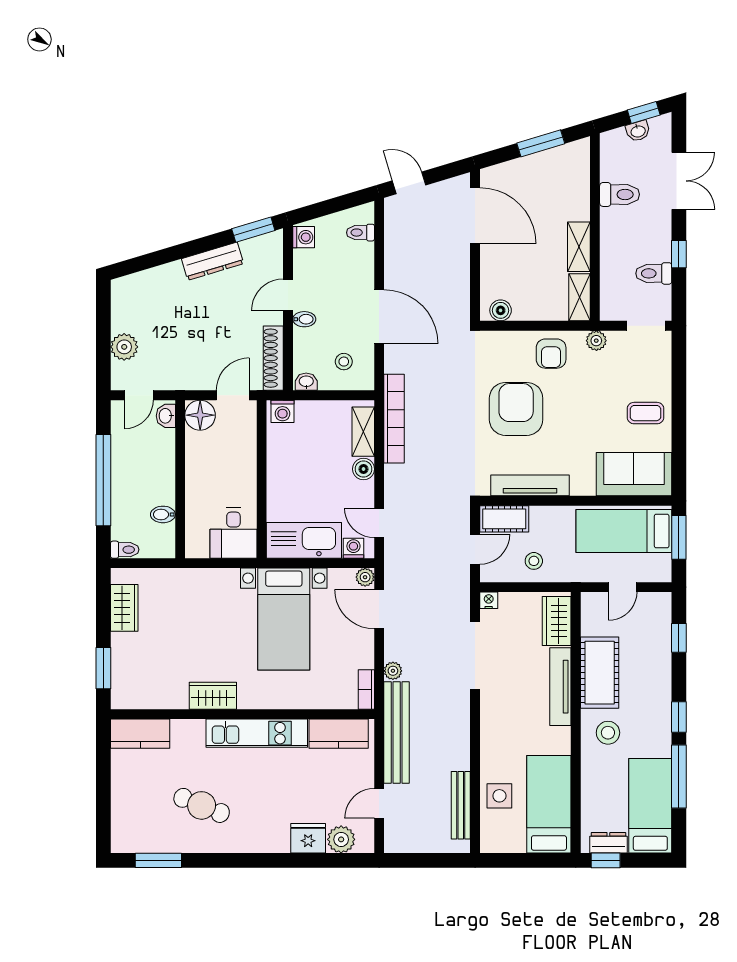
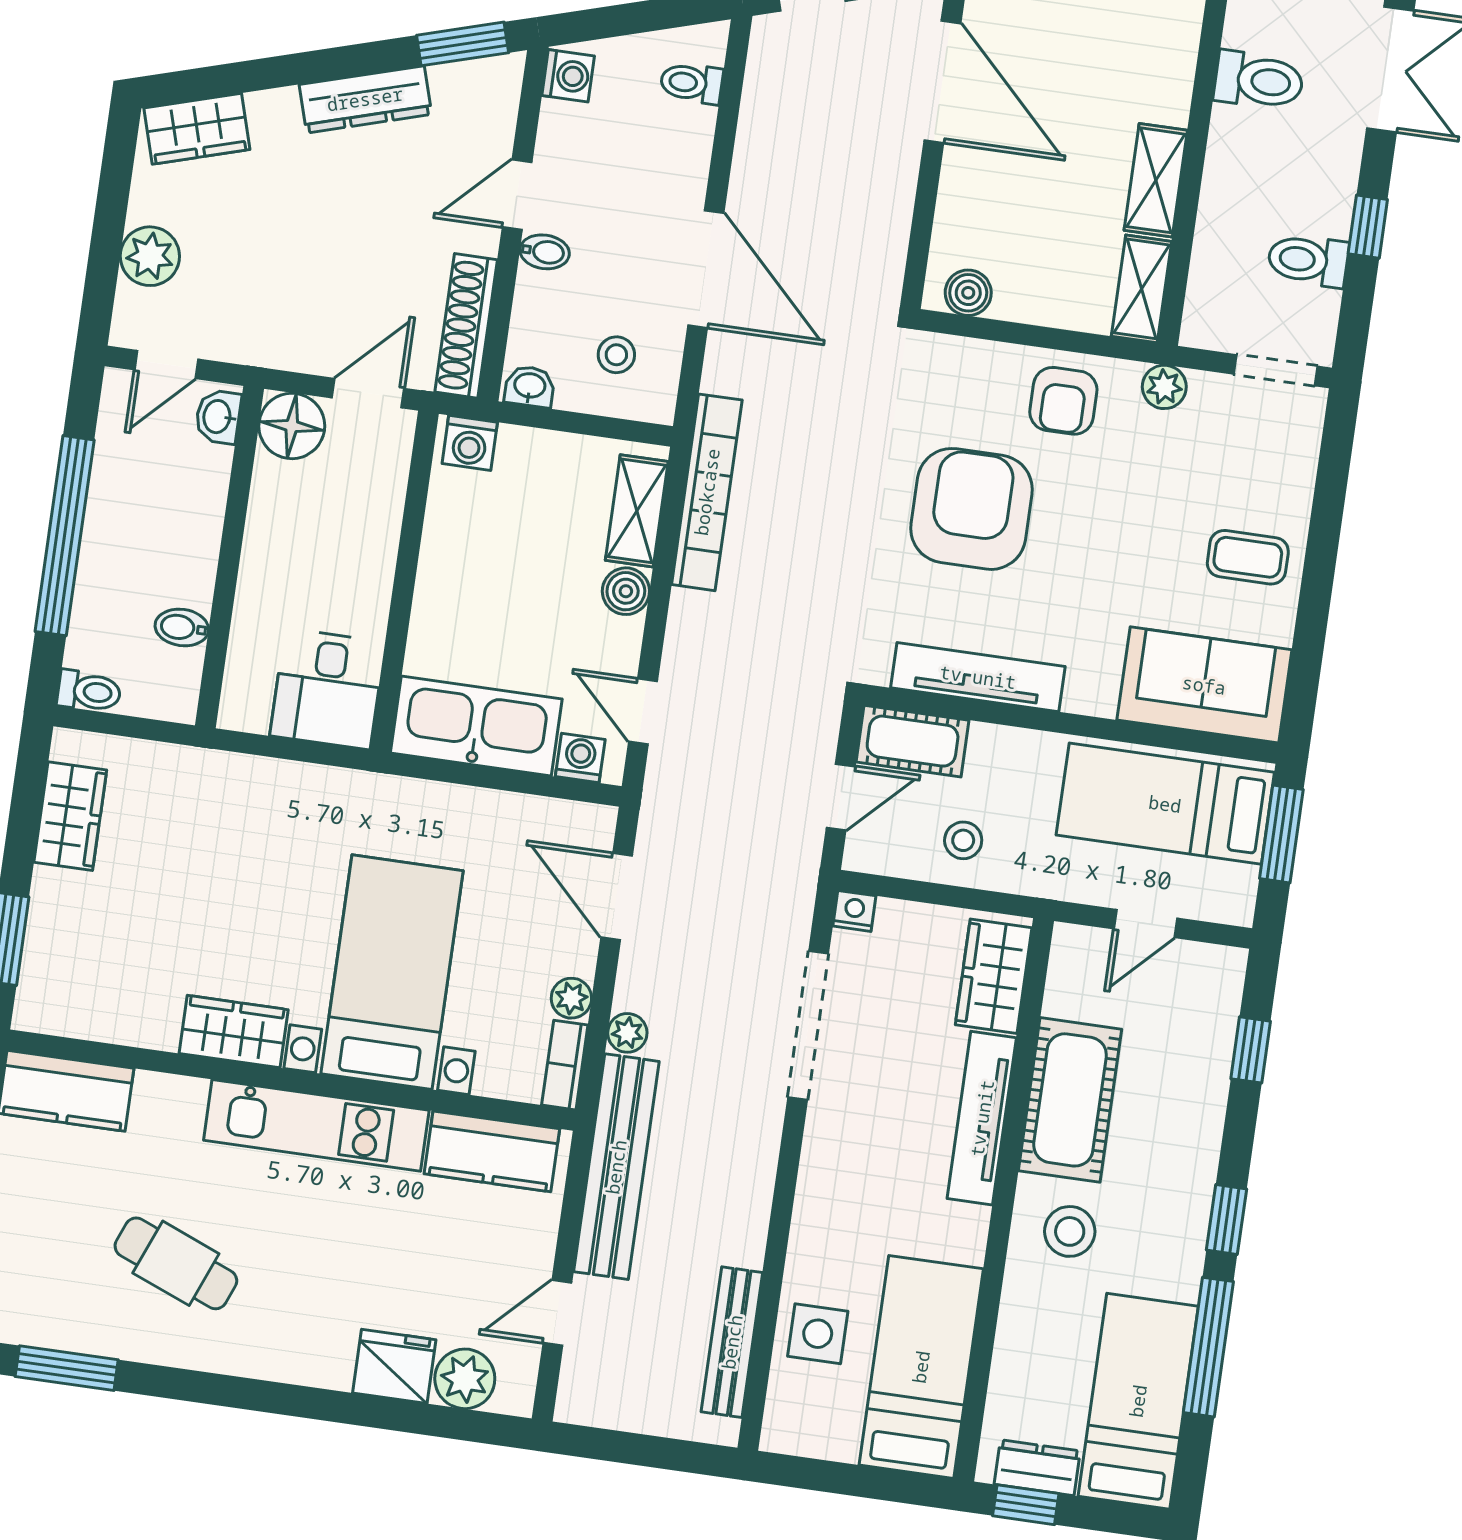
wardrobe: (137, 286) -> (197, 129), added
plant: (365, 577) -> (571, 998), moved
bed with nightstands: (284, 619) -> (392, 972), moved, turned 180

